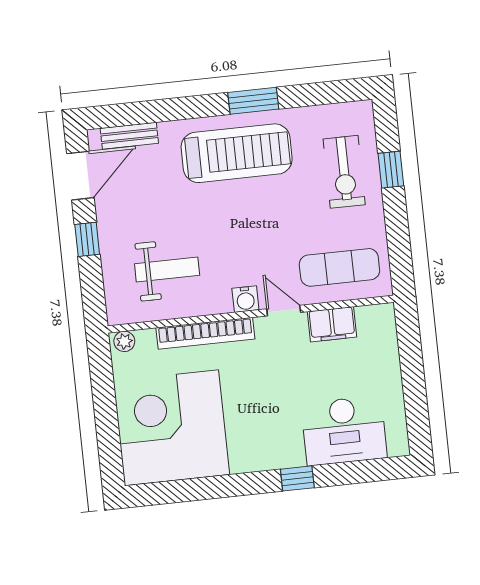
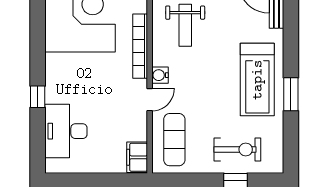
exercise bike: (344, 172) -> (237, 149), turned 180
filing cabinet: (332, 324) -> (137, 157), moved

